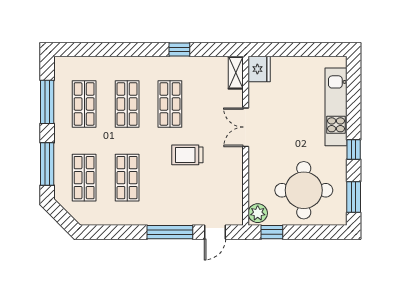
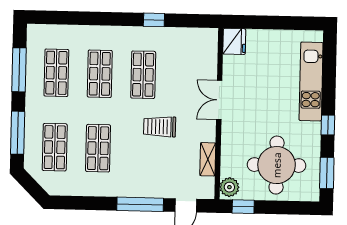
shelving: (236, 73) -> (208, 159), moved

